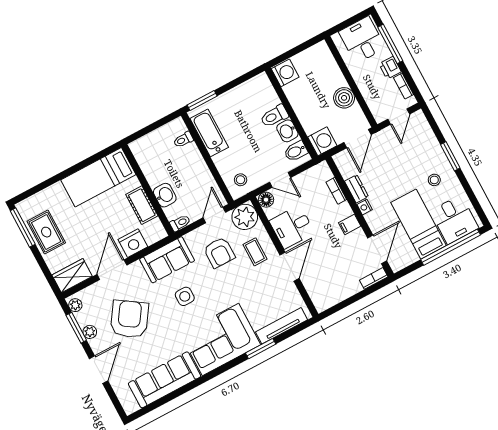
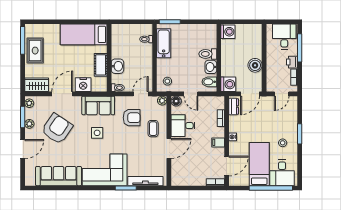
dresser: (356, 189) -> (234, 106), moved
plant: (245, 217) -> (162, 101), width x0.53, depth x0.53
armchair: (219, 253) -> (132, 118), turned -90

